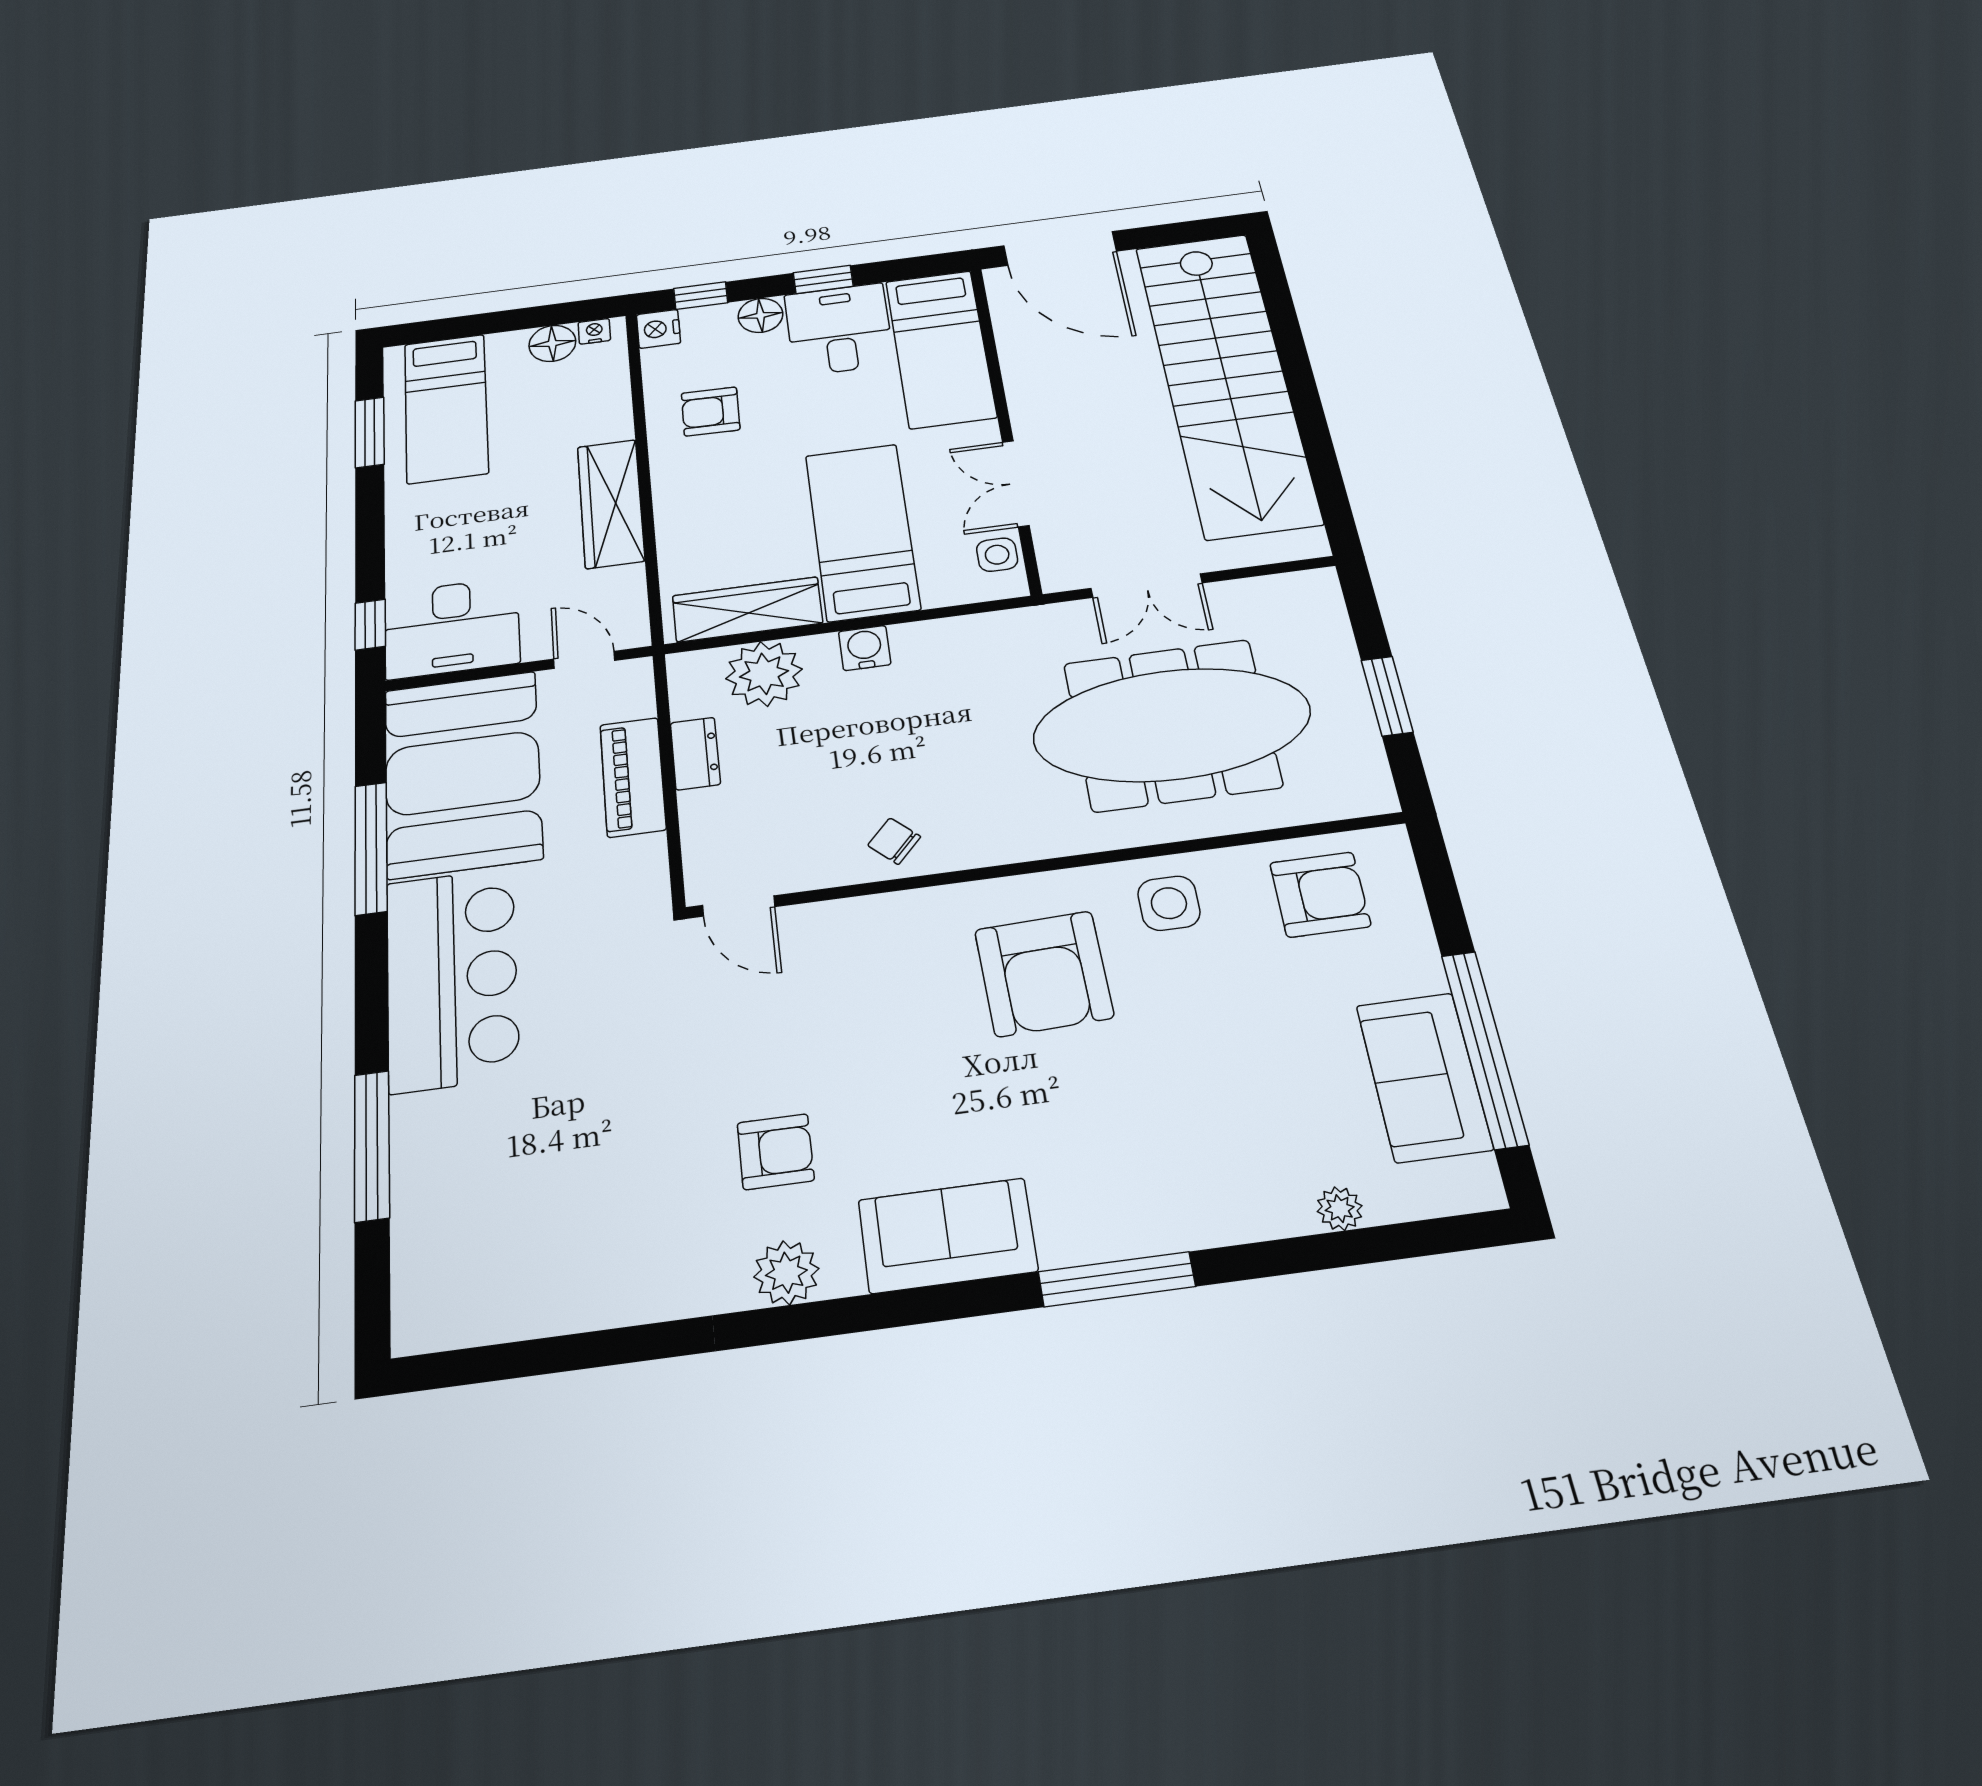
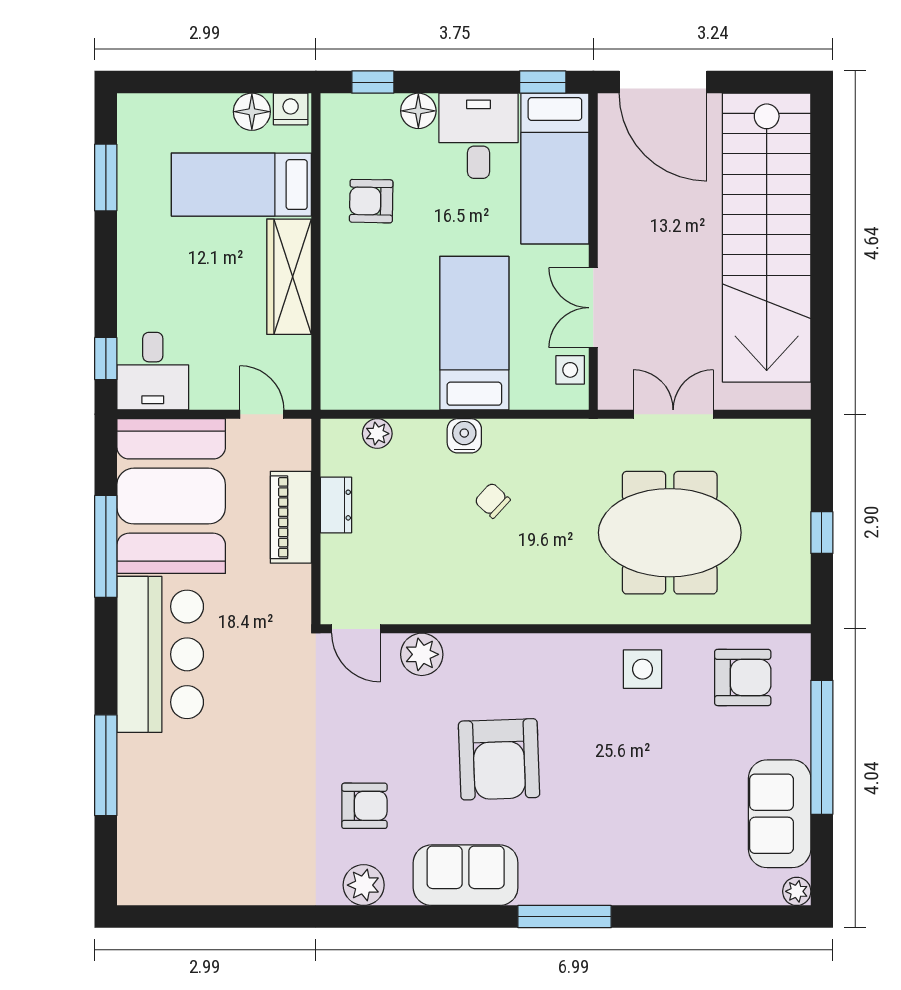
window: (823, 280) -> (543, 82), moved
nightstand: (658, 329) -> (337, 111), removed
nightstand: (594, 331) -> (291, 109), width x1.39, depth x1.35
bed: (446, 408) -> (241, 185), moved, turned 90
double door: (1146, 586) -> (673, 414), swing flipped
wardrobe: (747, 609) -> (383, 389), removed
desk: (452, 628) -> (153, 371), width x0.73
plant: (764, 674) -> (377, 434), width x0.53, depth x0.53
window: (1387, 696) -> (822, 533), width x0.67
meeting table: (1172, 725) -> (670, 533), width x0.73
chair: (894, 841) -> (492, 500), moved
plant: (839, 927) -> (422, 654), added
armchair: (1044, 973) -> (499, 759), moved
window: (1484, 1049) -> (822, 747), moved
plant: (1340, 1209) -> (797, 891), moved

